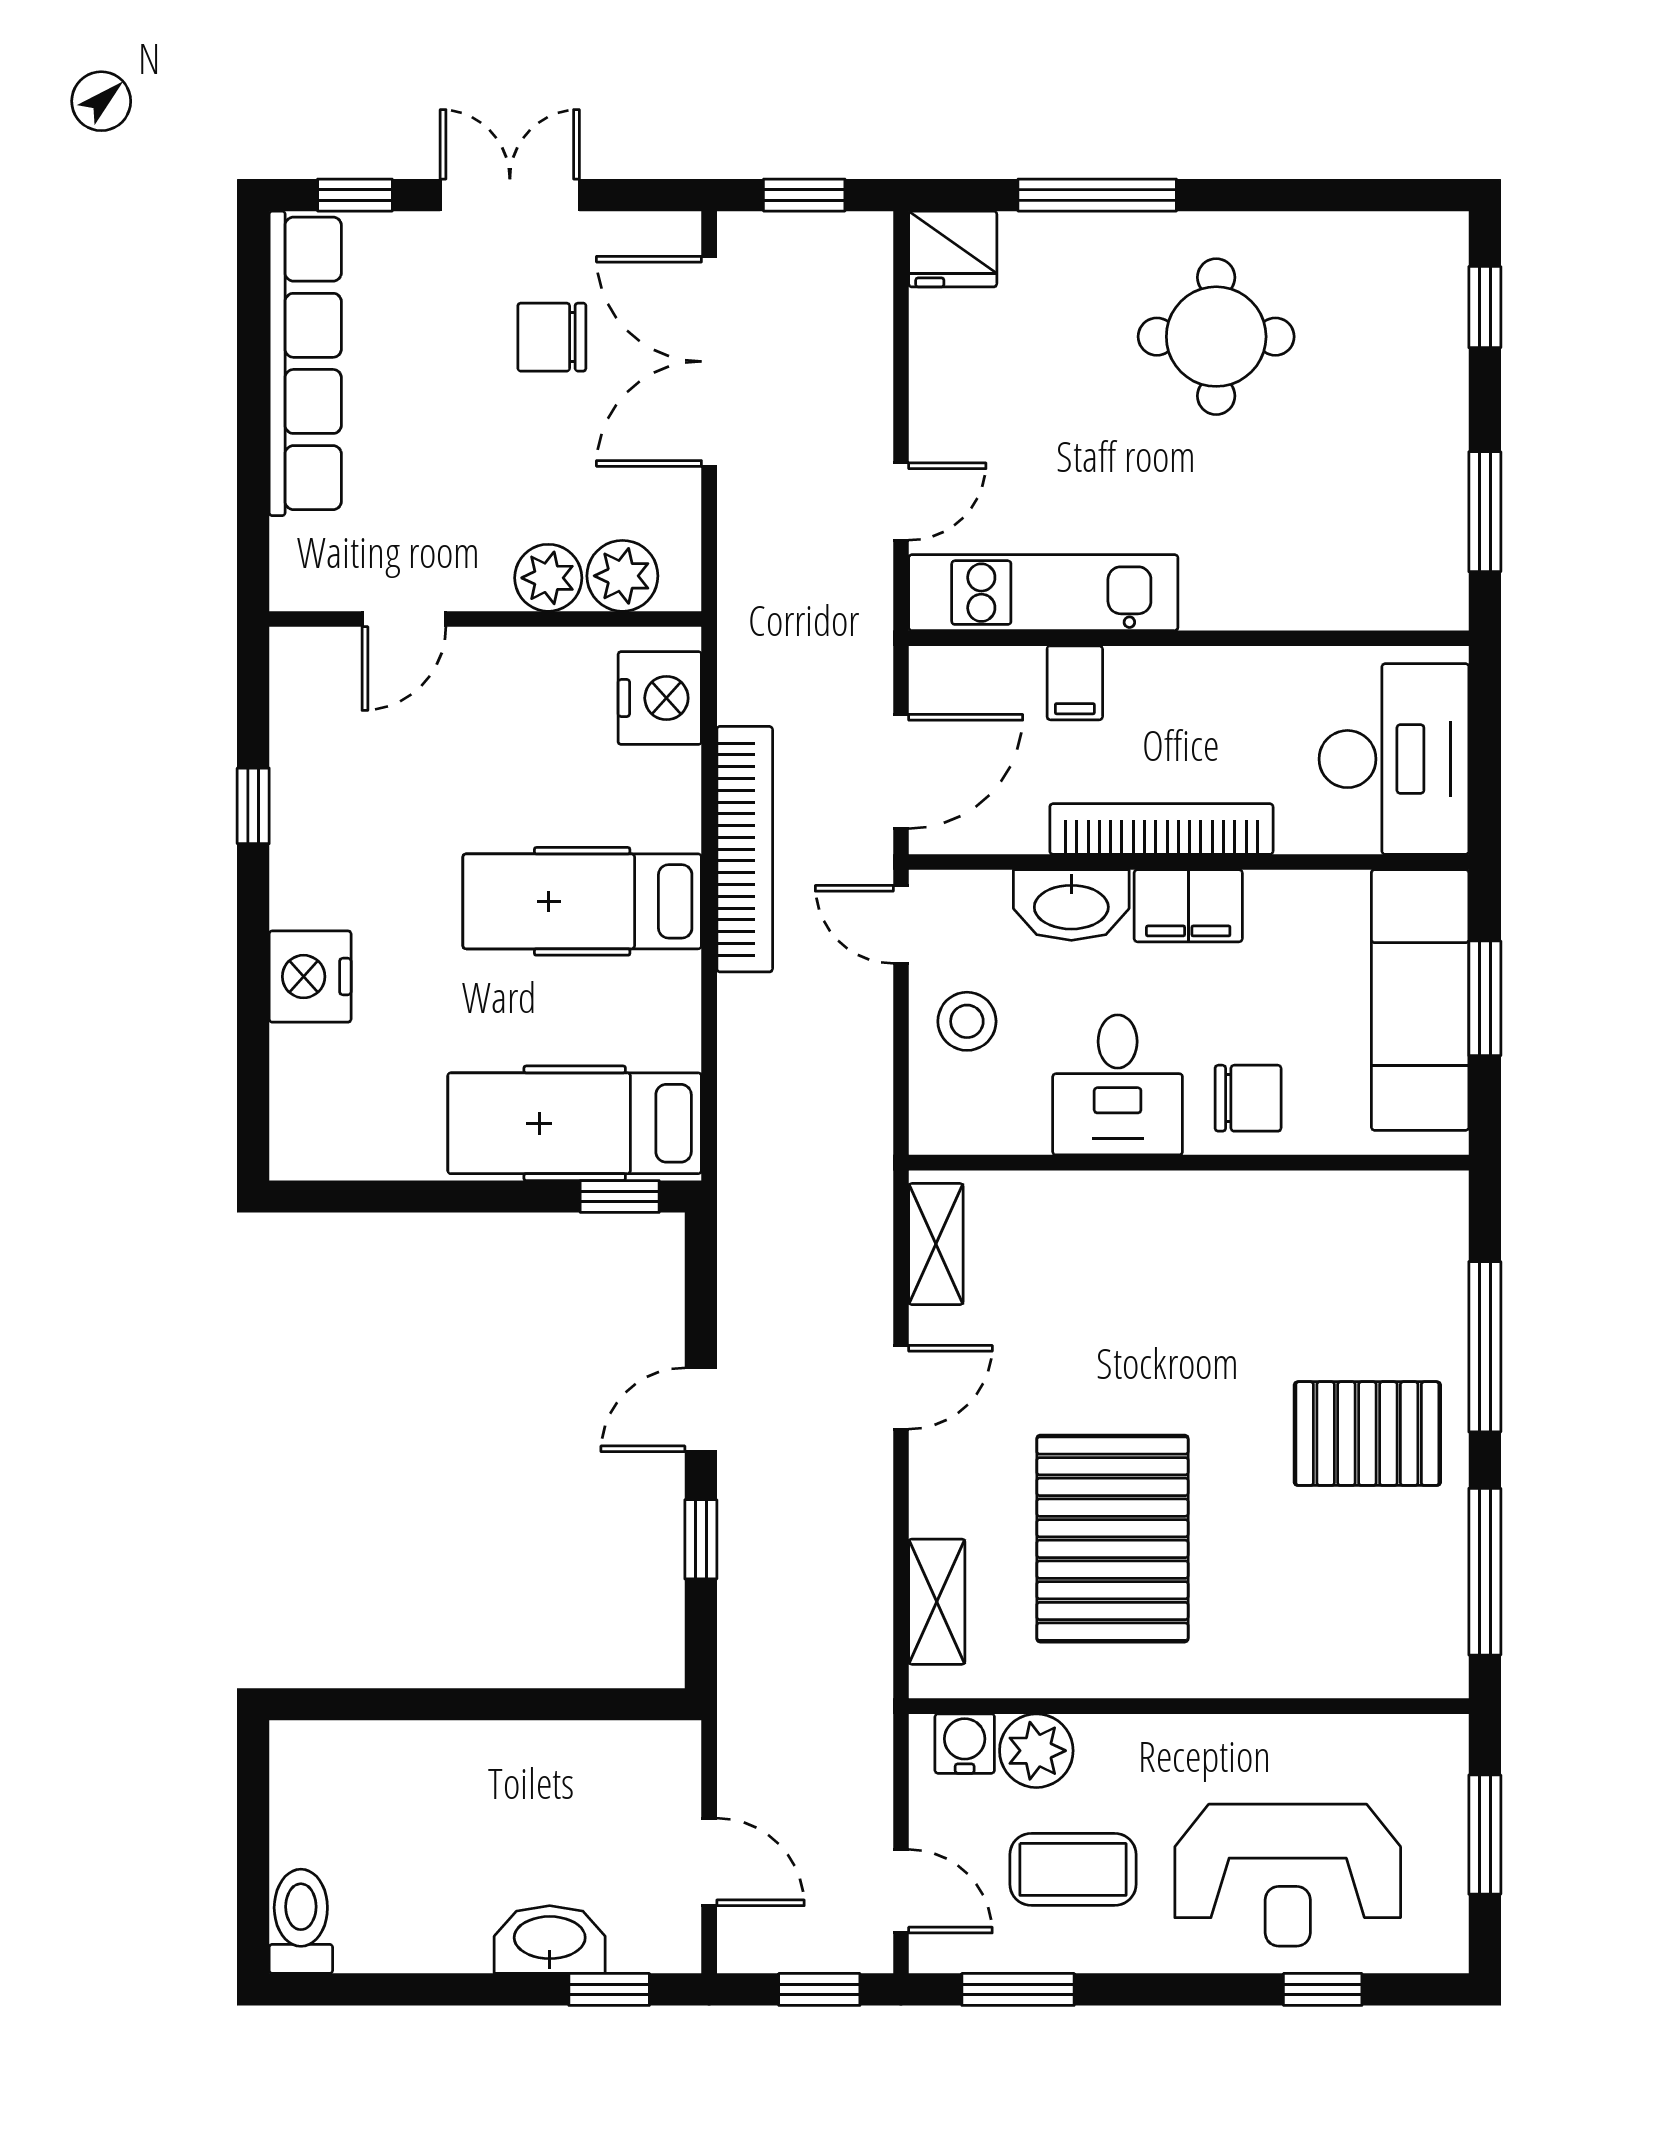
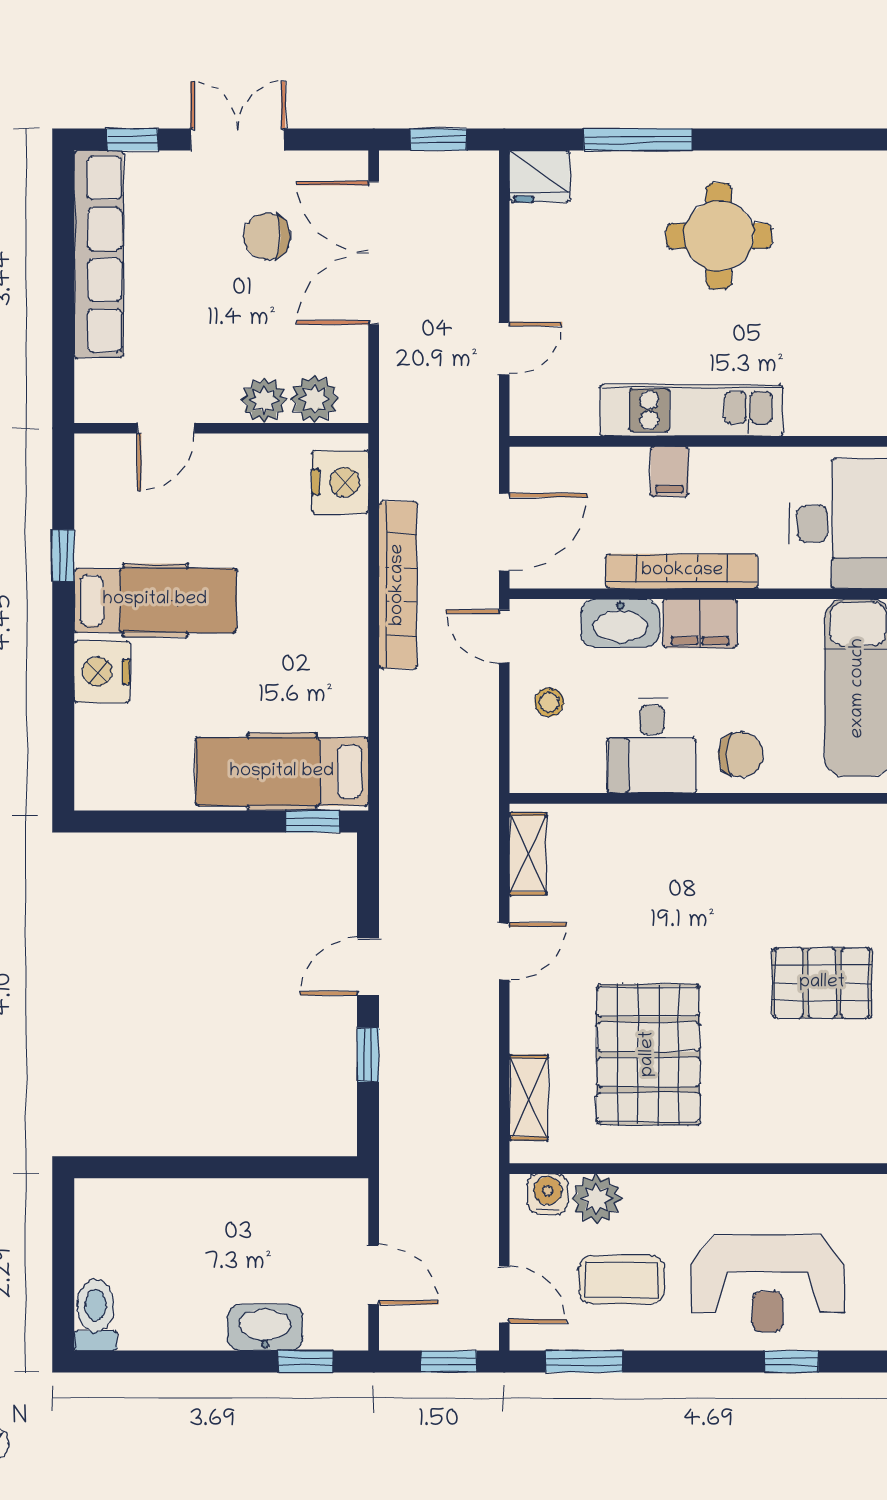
kitchen unit: (1043, 593) -> (691, 410), moved
filing cabinet: (1075, 683) -> (670, 472), moved
hospital bed: (582, 901) -> (155, 600), moved, turned 180
stool: (967, 1021) -> (549, 702), width x0.73, depth x0.73

